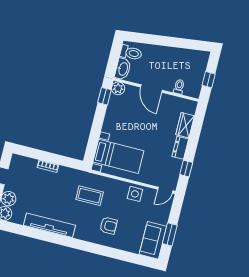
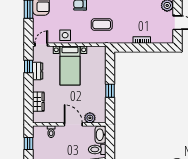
plant: (118, 88) -> (90, 118), moved
window: (104, 96) -> (110, 91), moved
dresser: (180, 148) -> (38, 71), moved
bed with nightstands: (118, 156) -> (70, 65), moved, turned -90

